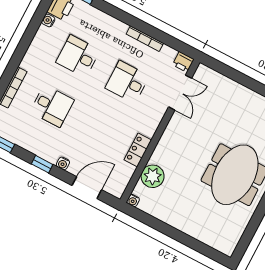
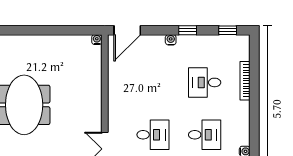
locker: (138, 150) -> (115, 83), removed
plant: (153, 176) -> (91, 68), removed
door: (87, 188) -> (127, 30), moved

